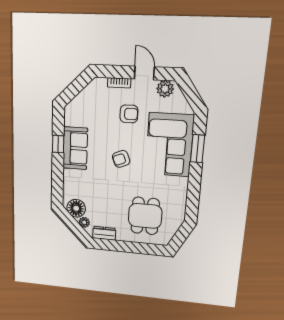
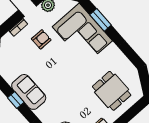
armchair: (121, 159) -> (63, 70), removed

